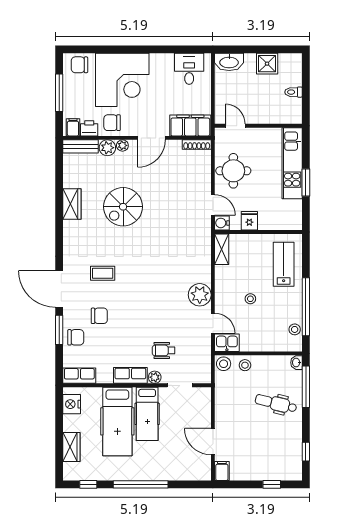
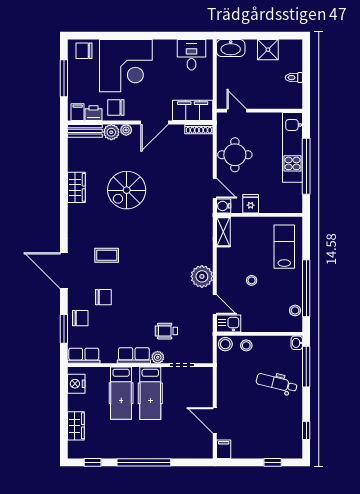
window: (306, 182) -> (306, 166), width x2.11
window: (59, 330) -> (64, 329), moved
hospital bed: (117, 421) -> (121, 393), width x0.73, depth x0.78

